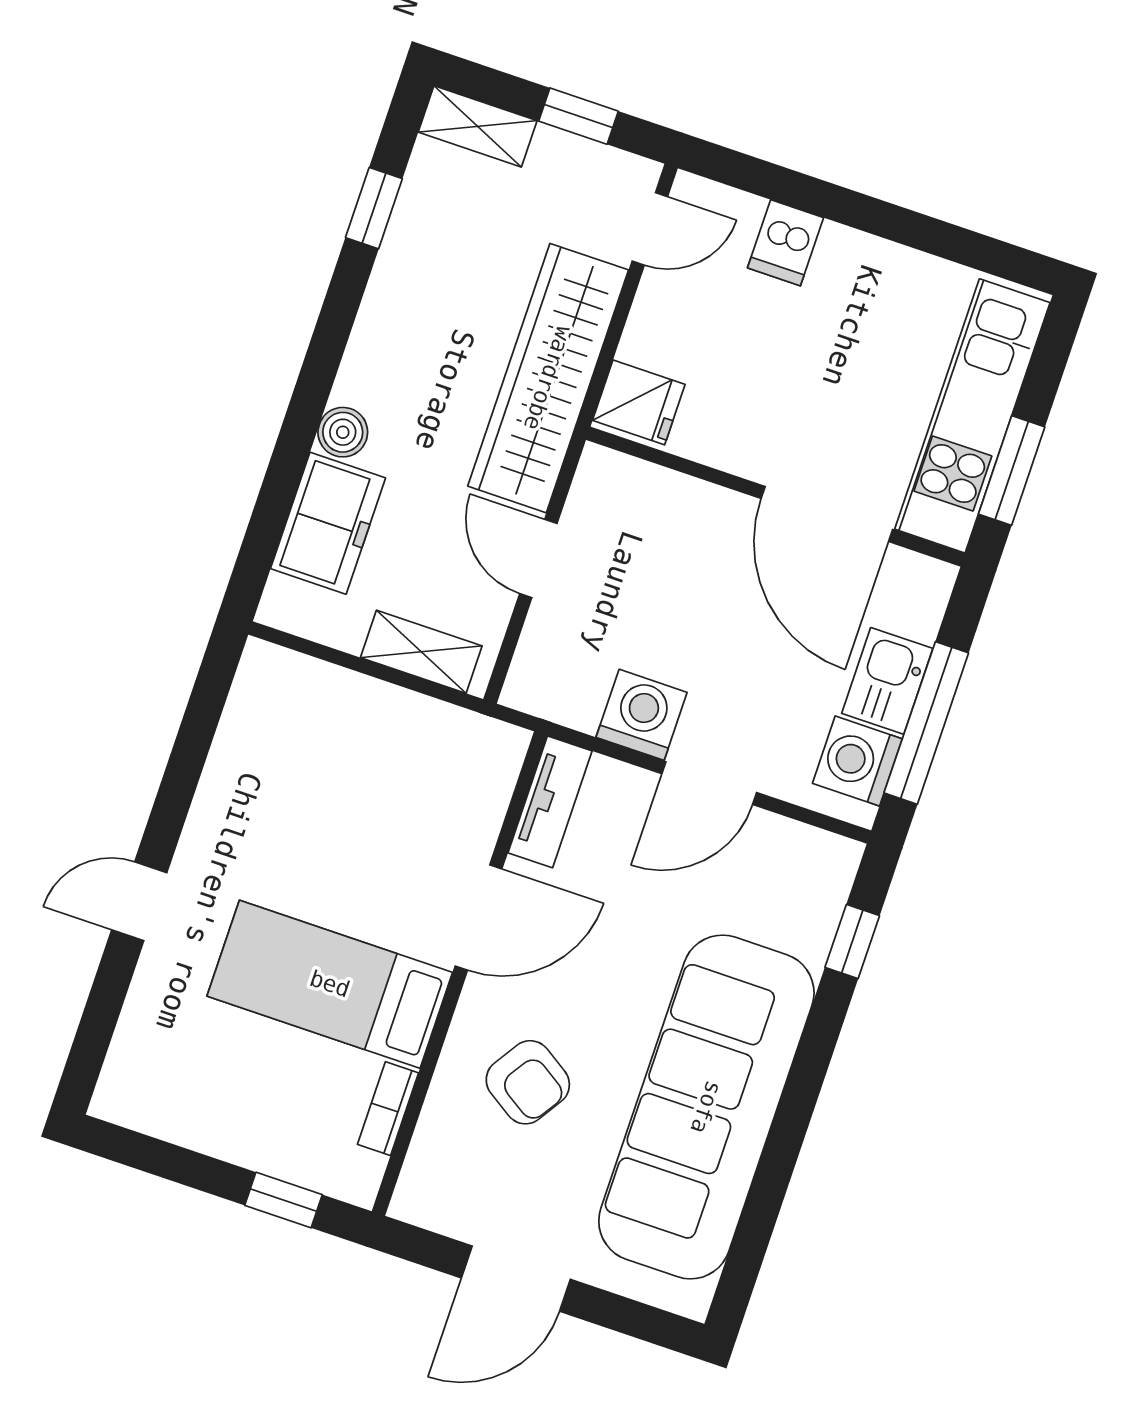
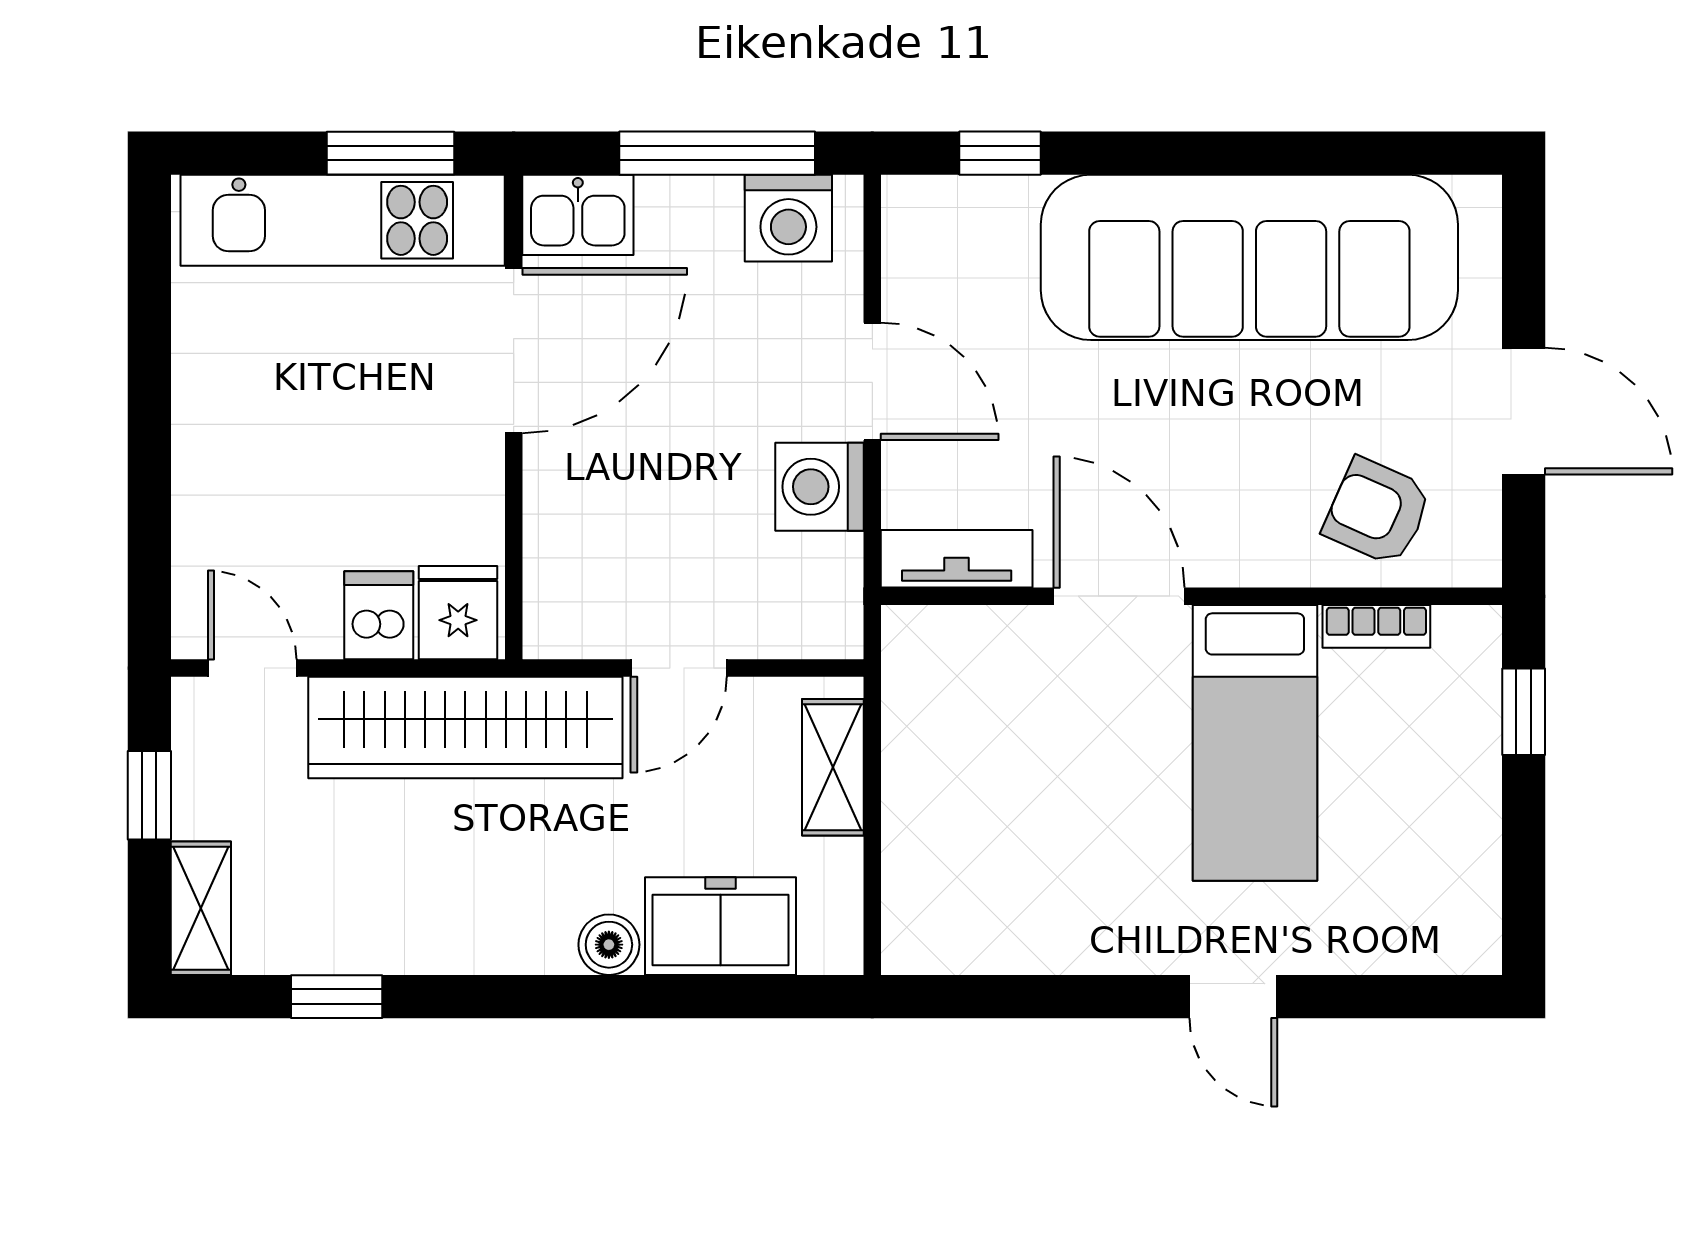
dishwasher: (785, 243) -> (379, 615), moved, turned -90
kitchen sink: (887, 681) -> (578, 215), moved
armchair: (528, 1082) -> (1377, 512), moved, turned -99

